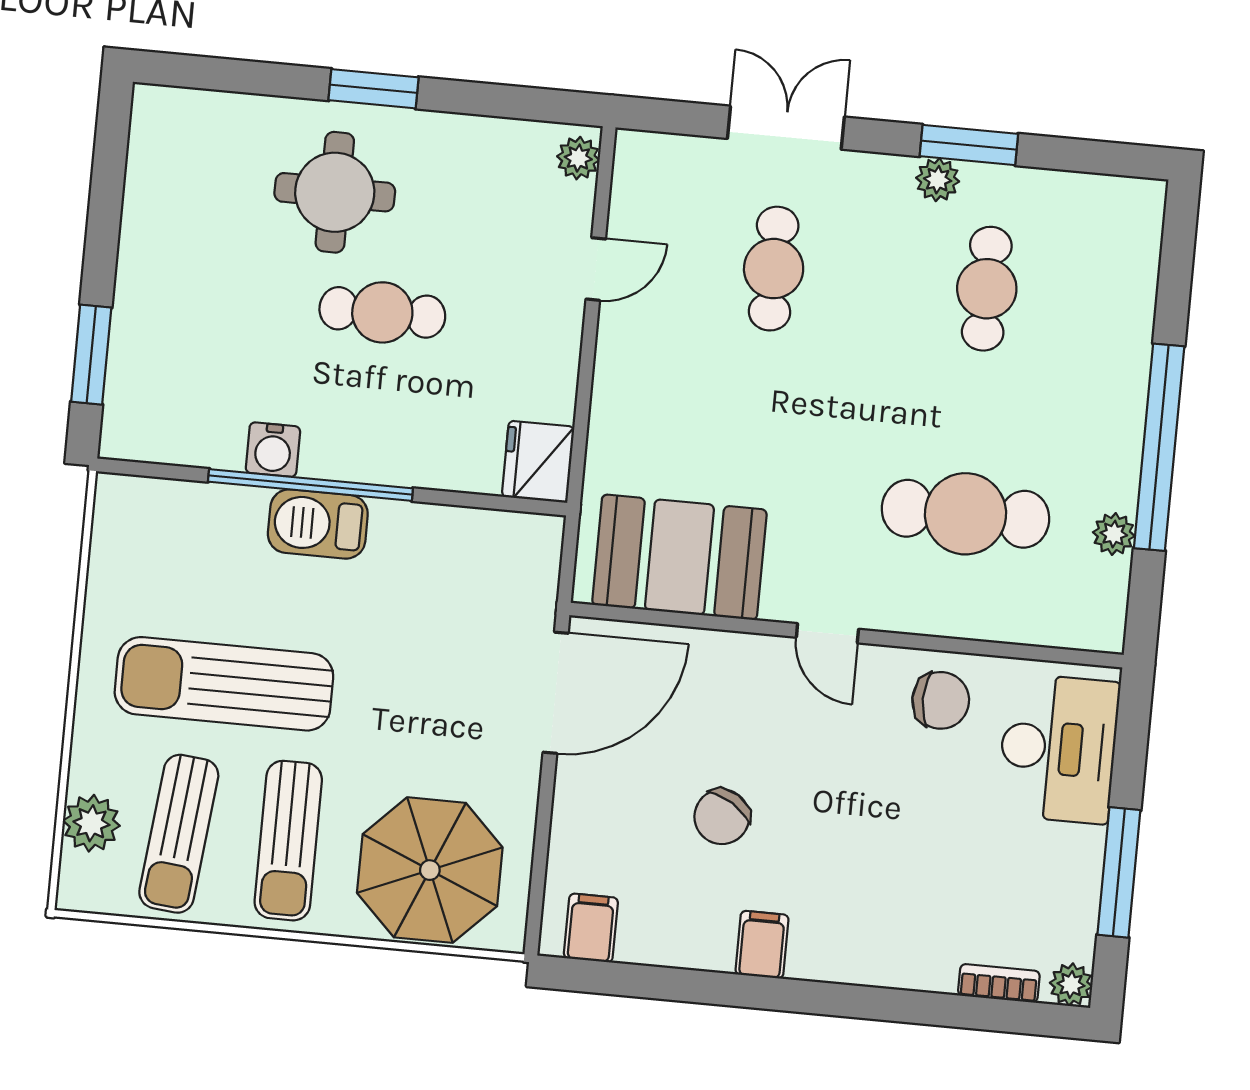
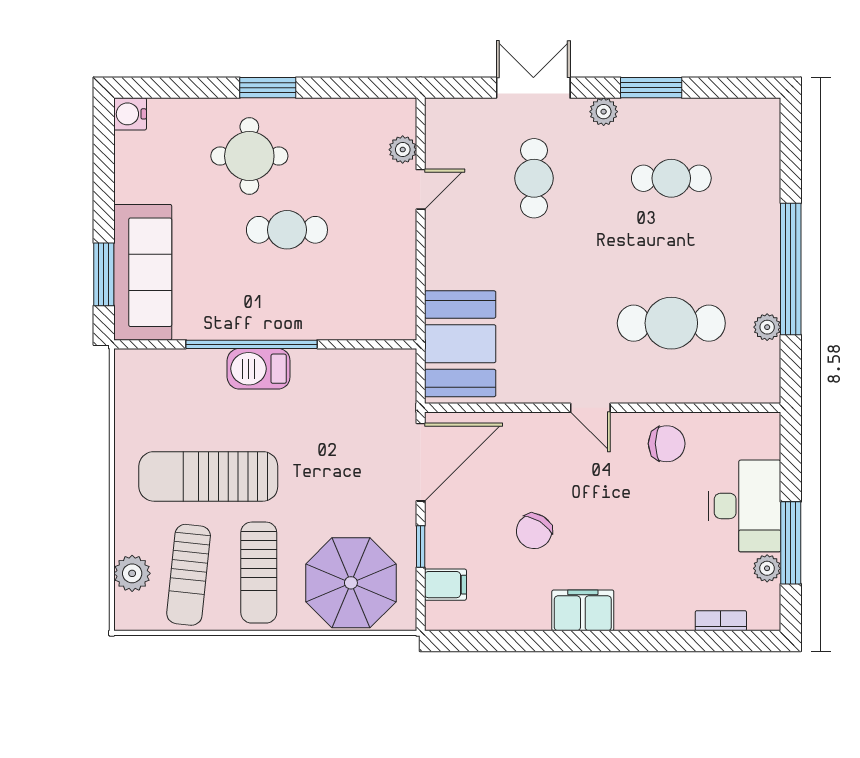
plant: (578, 158) -> (403, 150), moved
plant: (938, 180) -> (604, 112), moved
cafe table: (987, 289) -> (671, 178), turned 90
sofa: (152, 357) -> (143, 272), added
water cooler: (273, 450) -> (130, 114), moved, turned 90
fridge: (538, 462) -> (395, 316), removed
booth: (679, 557) -> (460, 344), moved, turned 90
desk: (1058, 748) -> (745, 506), moved
window: (543, 824) -> (421, 547), added
filing cabinet: (591, 928) -> (445, 585), moved, turned 90
filing cabinet: (762, 945) -> (583, 610), width x2.00
plant: (1071, 985) -> (767, 568), moved

